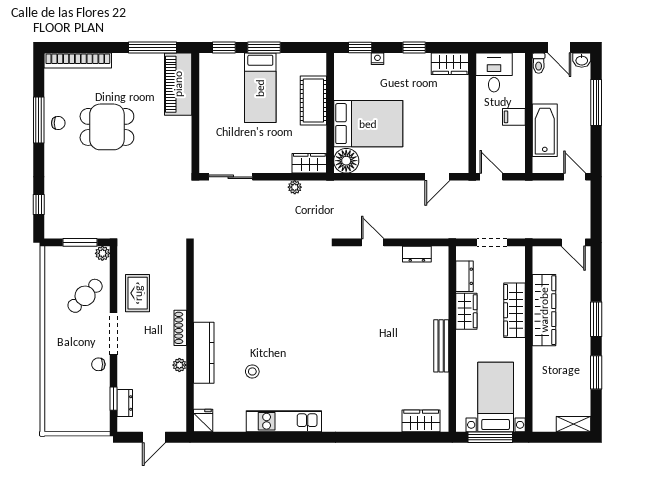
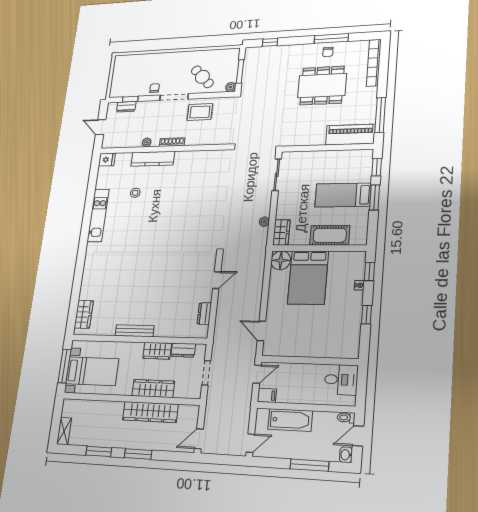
wardrobe: (450, 64) -> (351, 343), removed
filing cabinet: (514, 117) -> (267, 395), moved, turned 90
dining table: (107, 127) -> (322, 86), width x1.38

